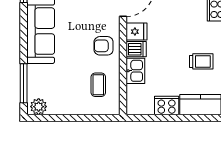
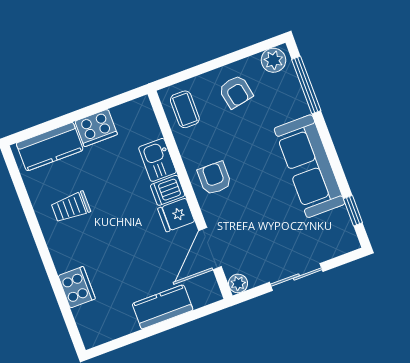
armchair: (104, 46) -> (214, 178), turned -90
coffee table: (98, 85) -> (185, 109), moved
armchair: (70, 96) -> (236, 92), added

